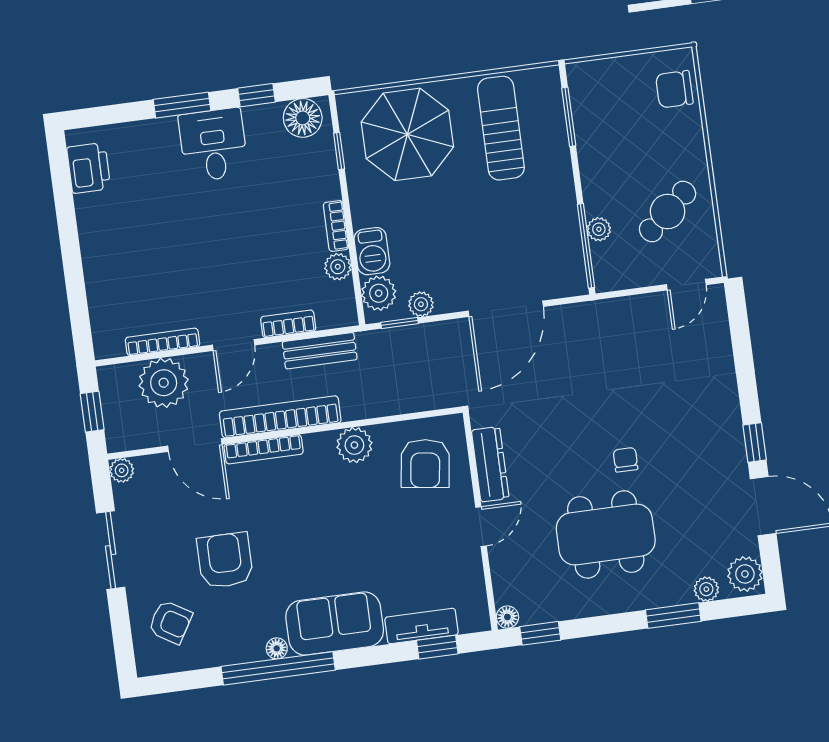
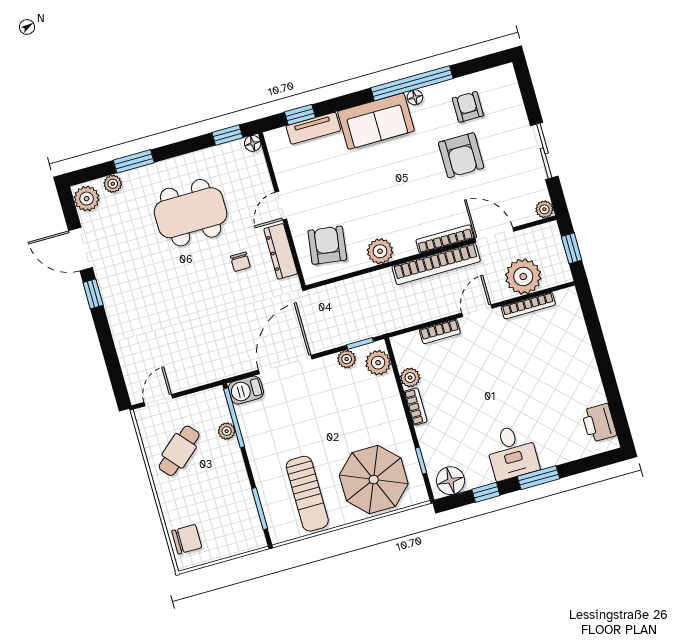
barbecue: (372, 251) -> (246, 390), moved, turned -90
bench: (320, 351) -> (415, 315), removed
chair: (625, 460) -> (240, 262), moved
armchair: (170, 622) -> (468, 107), moved, turned 59

